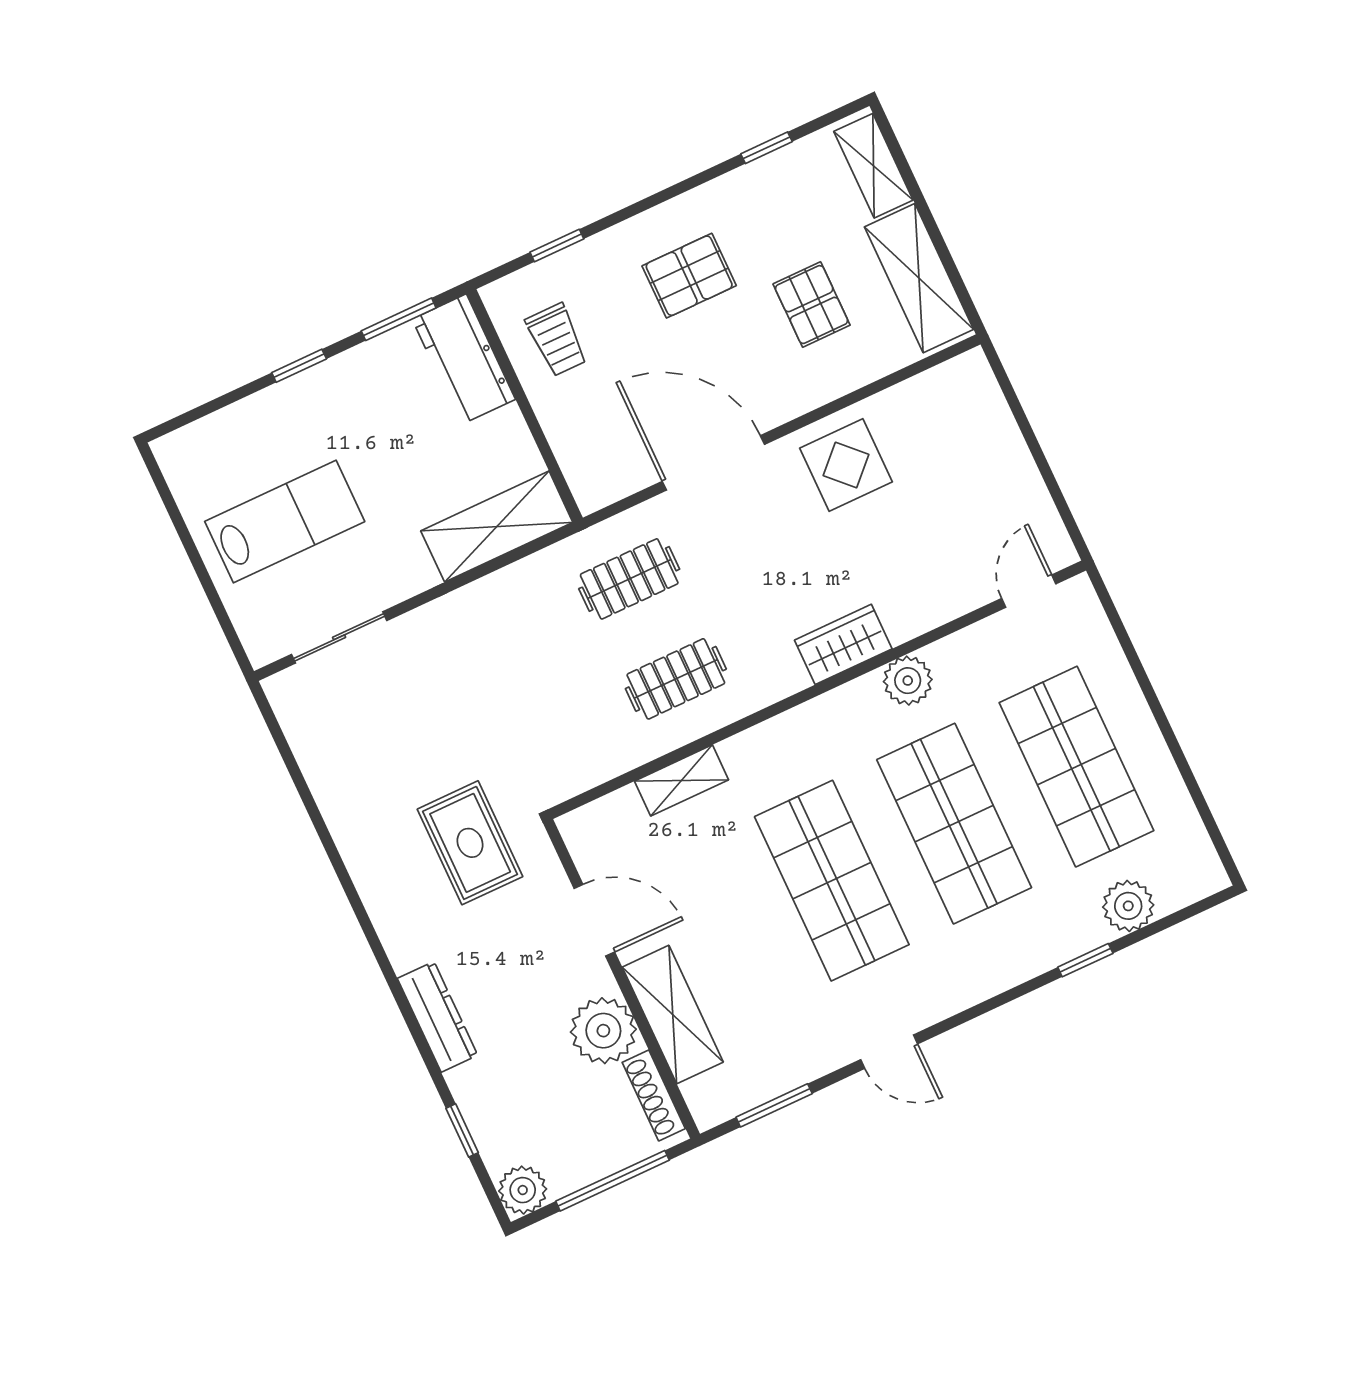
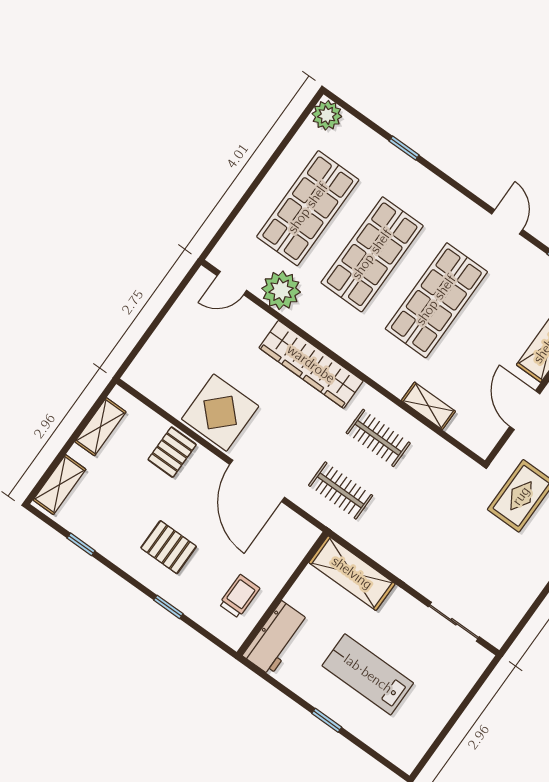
window: (557, 246) -> (168, 607), moved
shelving: (919, 278) -> (100, 427), width x0.67, depth x0.75
pallet: (812, 305) -> (172, 452), moved
window: (399, 319) -> (274, 683), removed
display table: (846, 465) -> (220, 413), width x1.36, depth x1.36
lab bench: (285, 522) -> (368, 674), moved
wardrobe: (843, 644) -> (311, 364), width x2.10, depth x1.17
plant: (908, 681) -> (281, 290), moved, width x1.36, depth x1.36
plant: (1128, 906) -> (327, 115), moved

